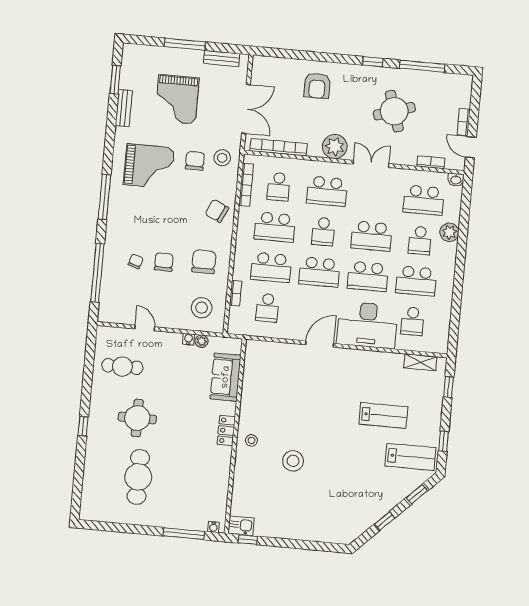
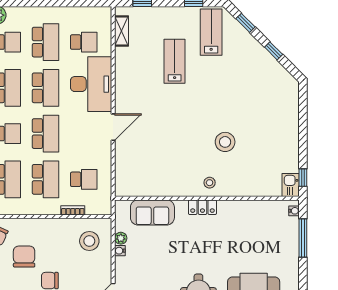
chair: (204, 262) -> (24, 257), moved, turned 90
door: (320, 344) -> (113, 127), swing flipped

